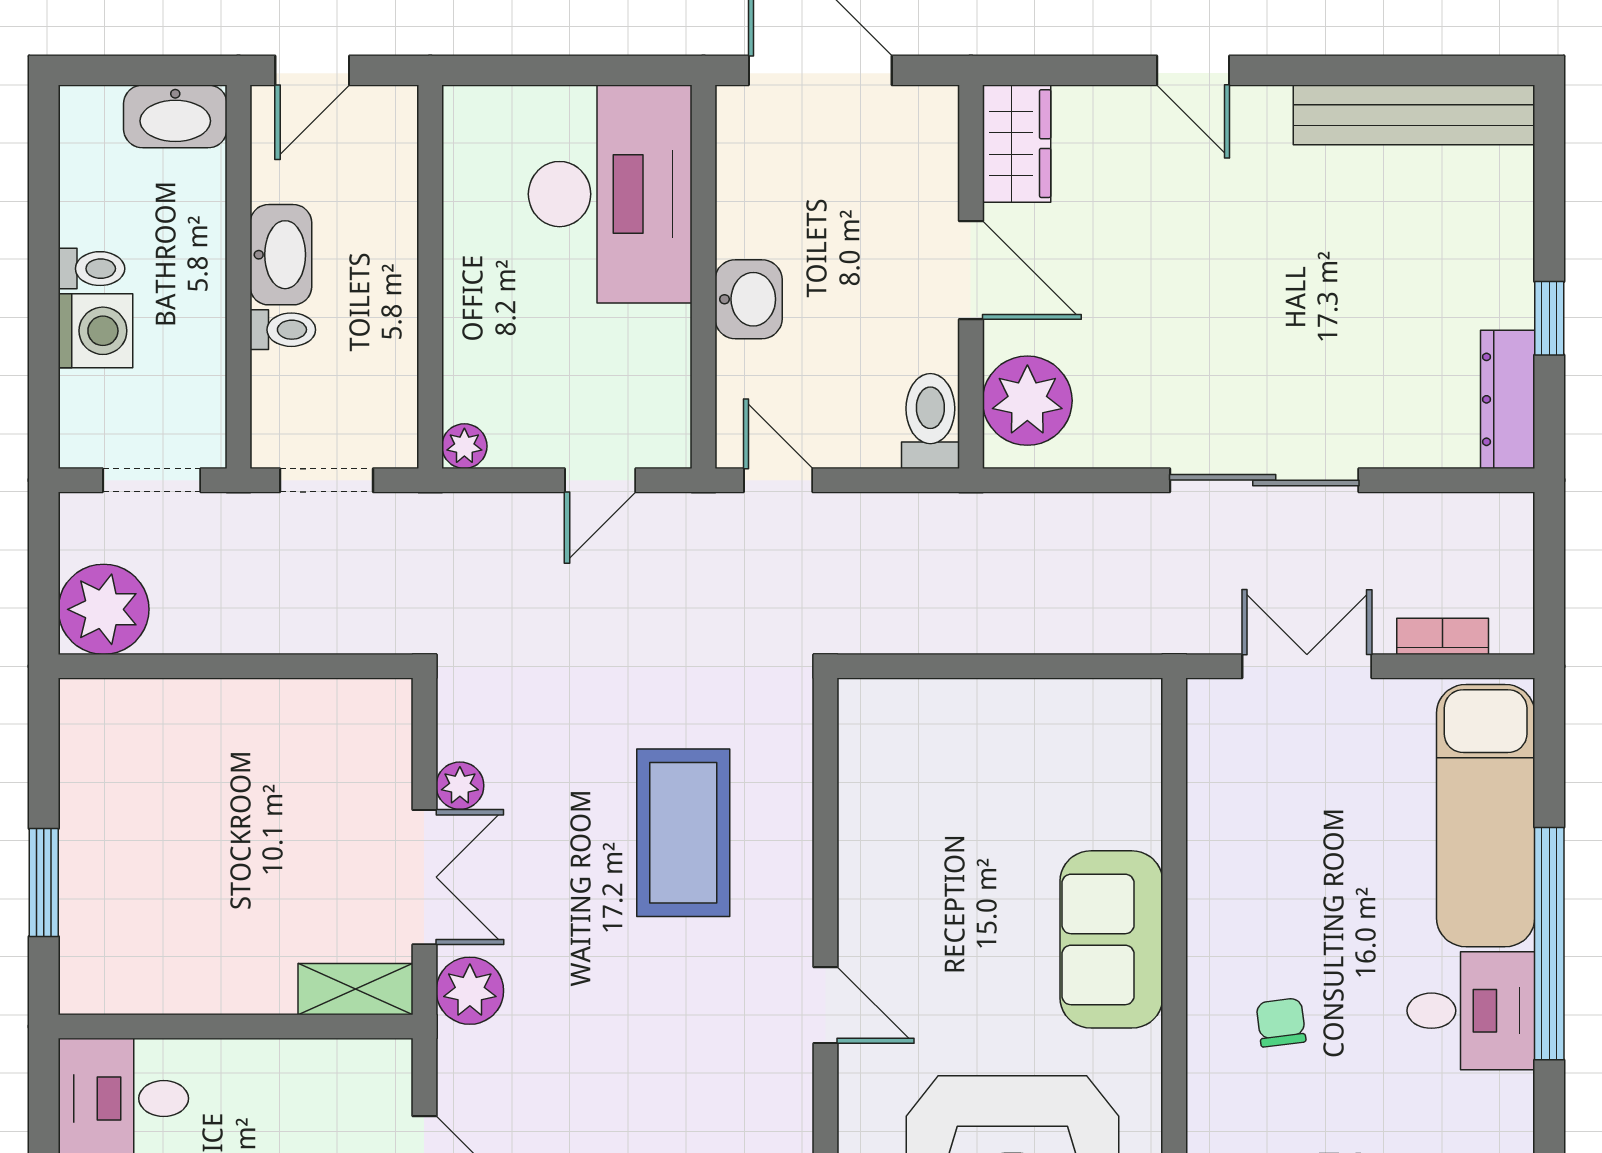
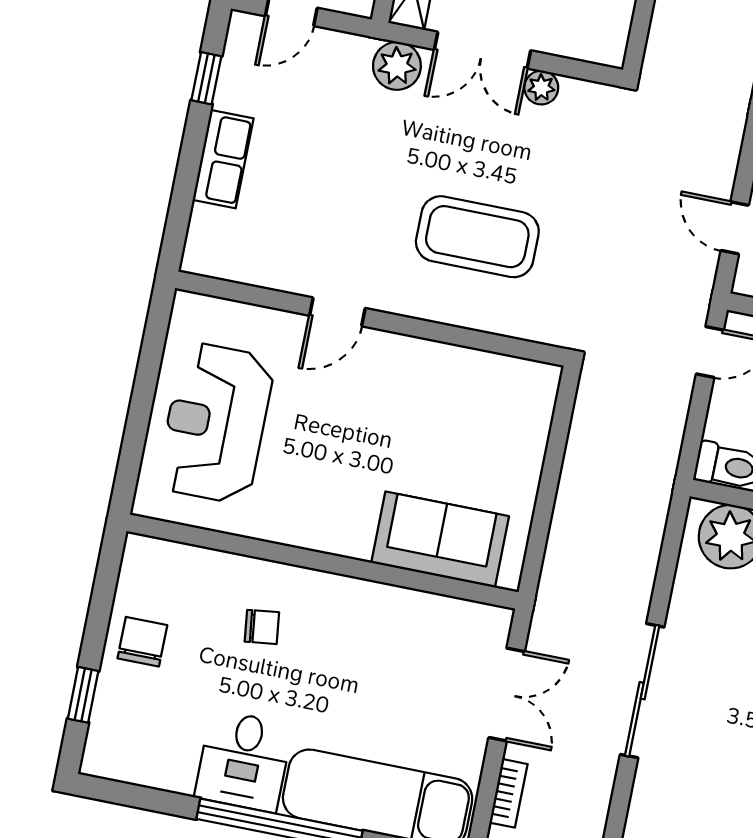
sofa: (1111, 939) -> (440, 540), moved

